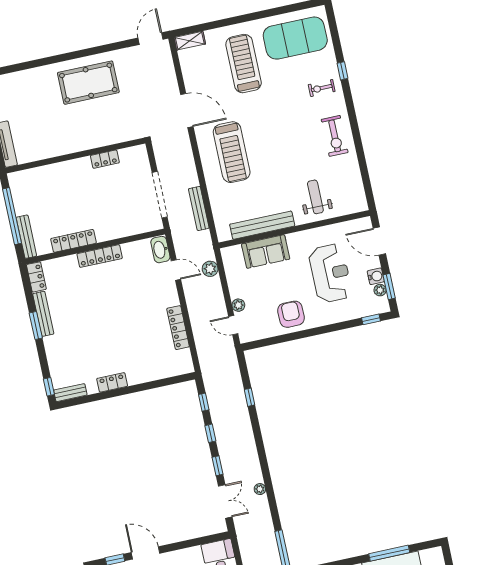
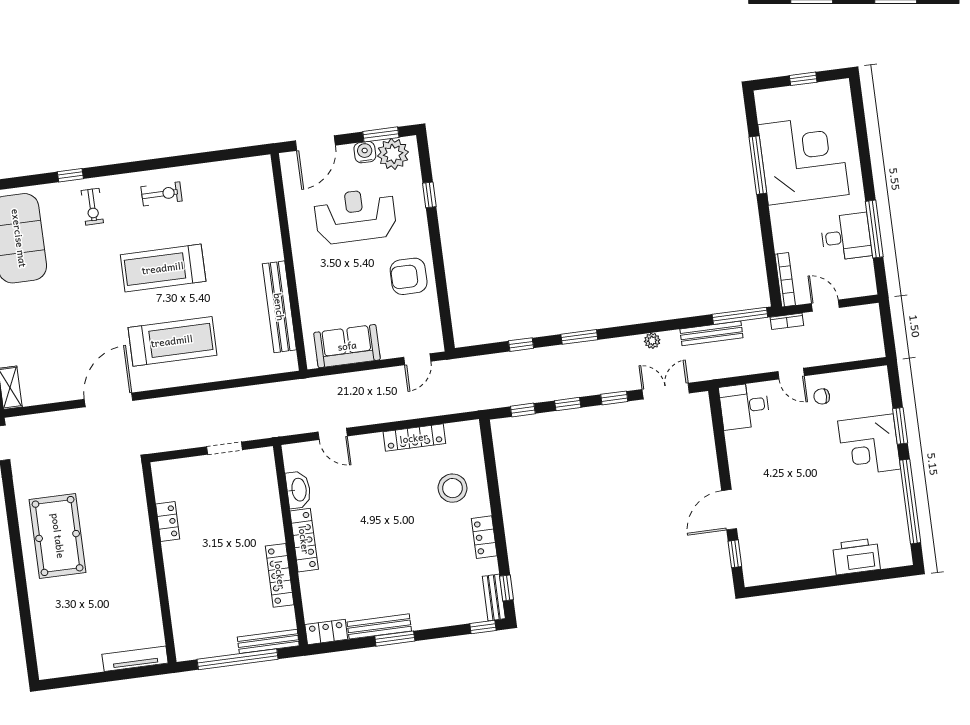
treadmill: (244, 64) -> (163, 268), moved
exercise bike: (335, 136) -> (162, 194), width x0.73, depth x0.72
doorway: (160, 195) -> (224, 448), width x0.53
weight bench: (315, 197) -> (246, 228), removed
bench: (199, 208) -> (711, 333), moved
washbasin: (160, 250) -> (298, 490), moved, turned -90
sofa: (266, 252) -> (347, 346), moved, turned -90
plant: (210, 269) -> (335, 385), removed
door: (176, 270) -> (333, 434), swing flipped
plant: (380, 290) -> (393, 154), width x1.88, depth x1.88
plant: (238, 305) -> (390, 350), removed
window: (371, 319) -> (429, 195), moved
stool: (145, 357) -> (453, 488), added
window: (78, 401) -> (507, 588), added
window: (258, 438) -> (579, 337), added

